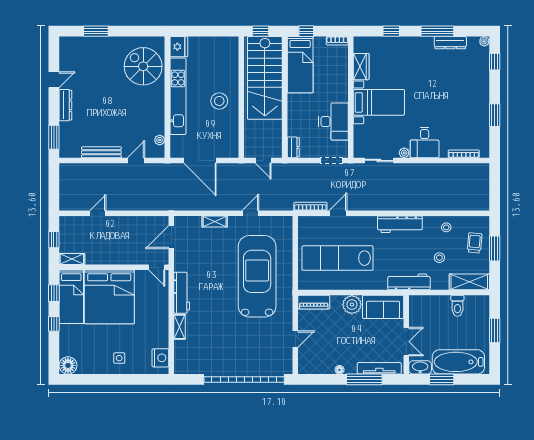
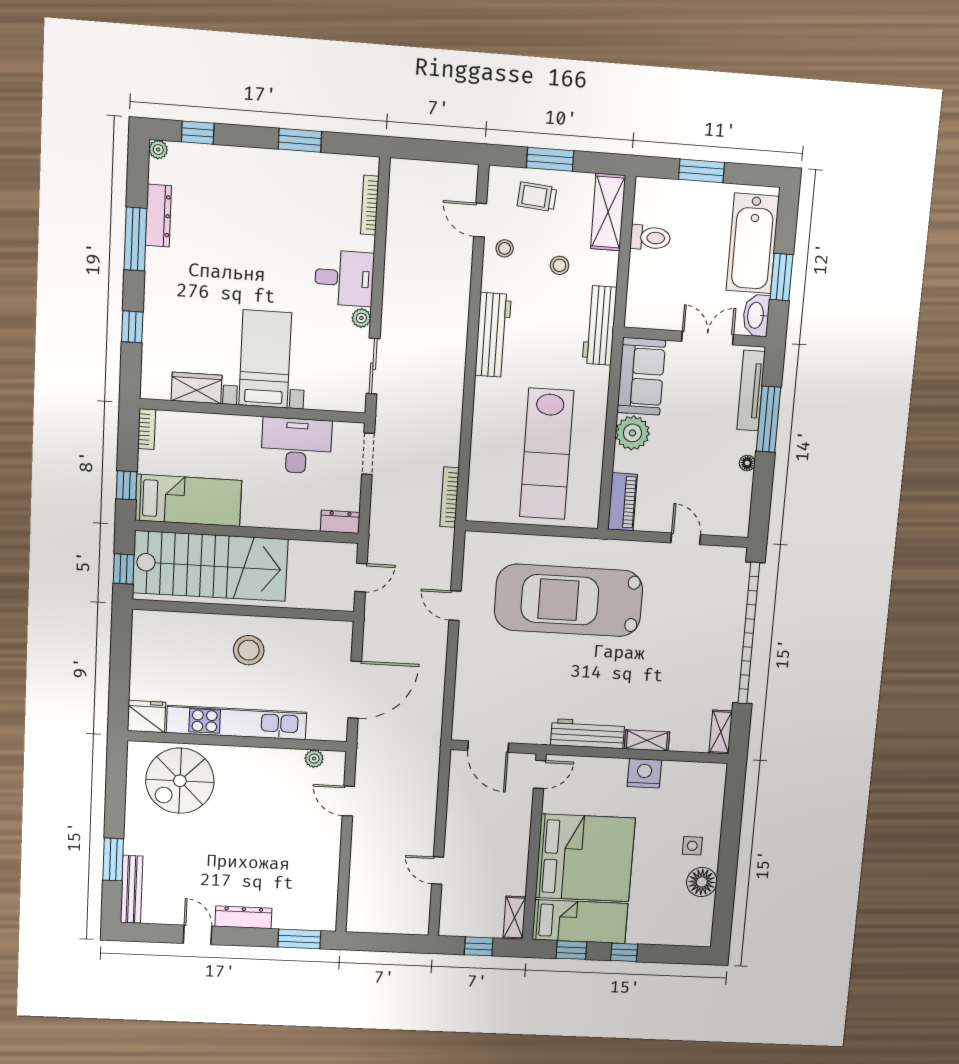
bench: (101, 152) -> (132, 889), moved
door: (338, 213) -> (480, 220), moved
shelving: (215, 222) -> (721, 732), moved
nightstand: (160, 358) -> (644, 773), moved
floor lamp: (68, 365) -> (702, 882), moved

